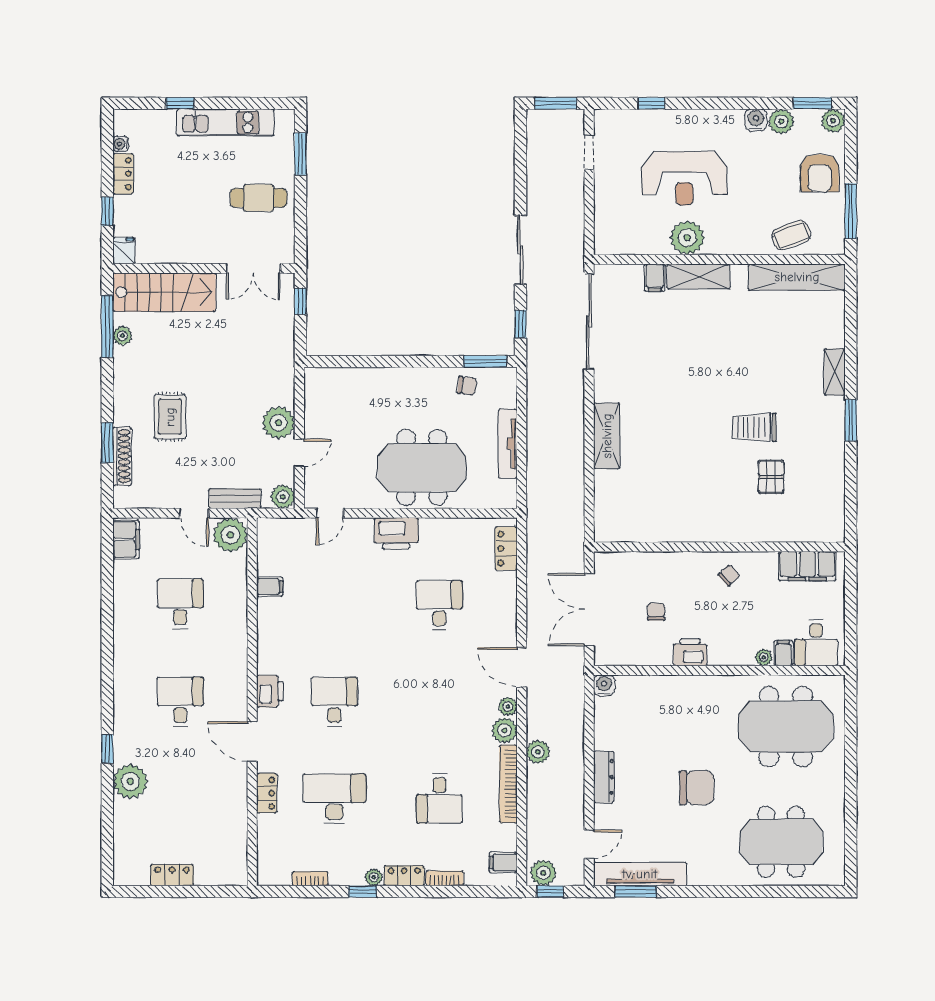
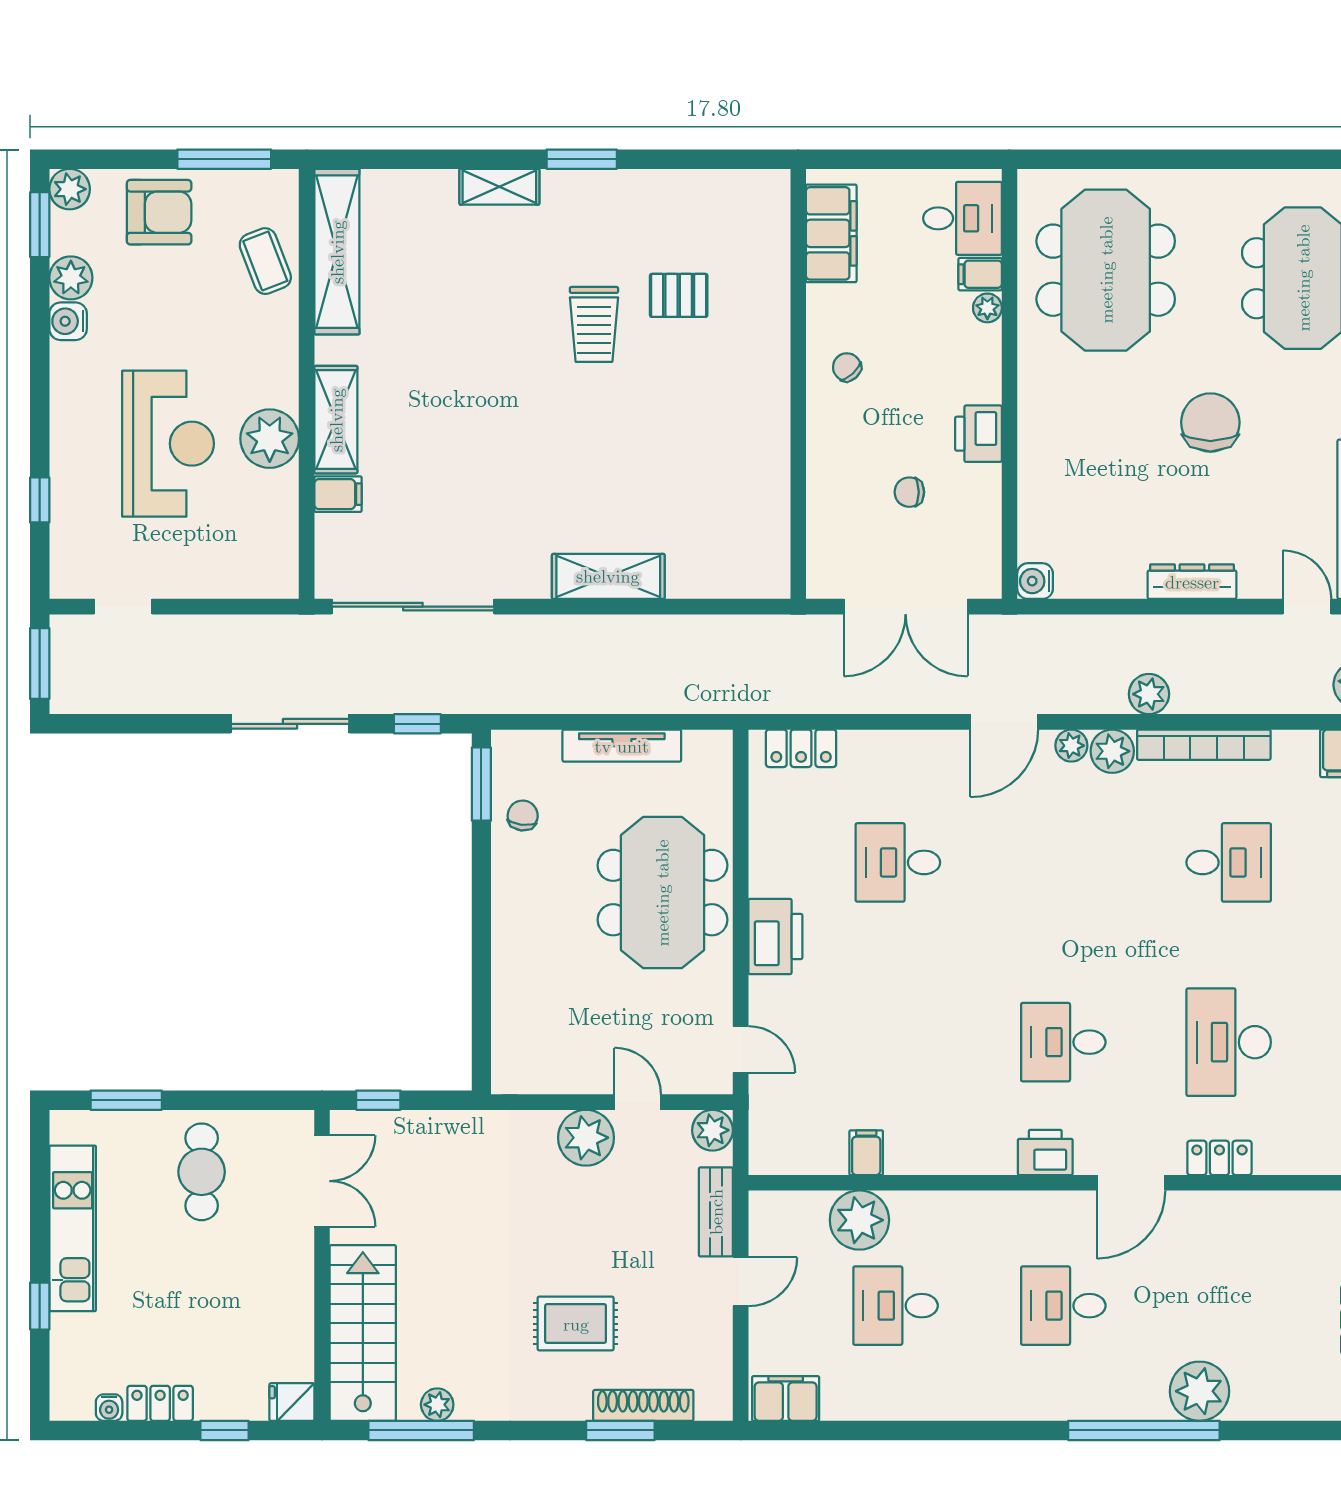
plant: (230, 535) -> (859, 1220), moved
window: (107, 749) -> (1144, 1430), width x3.17

